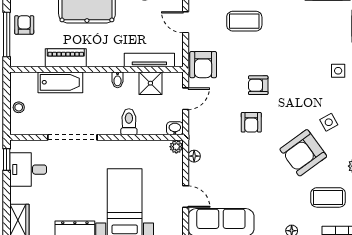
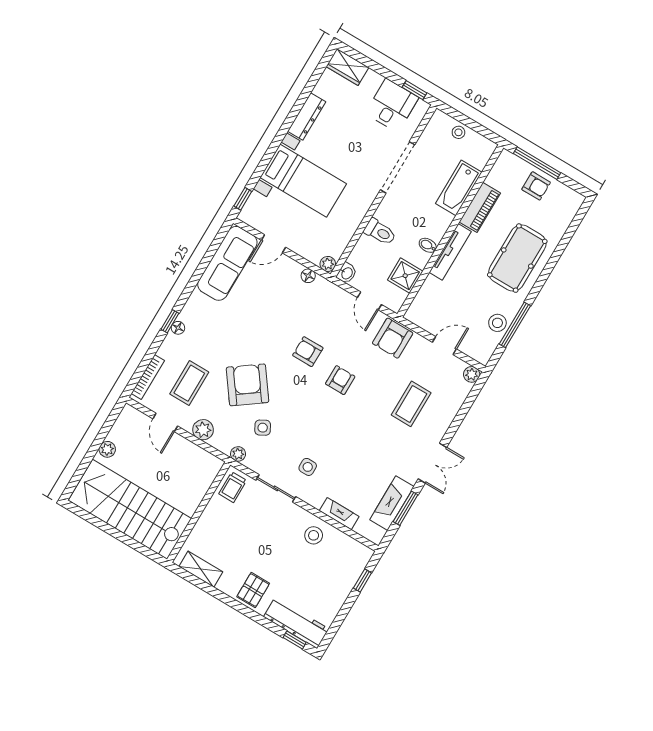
tv unit: (149, 60) -> (450, 252), moved
armchair: (203, 65) -> (393, 338), turned -90

